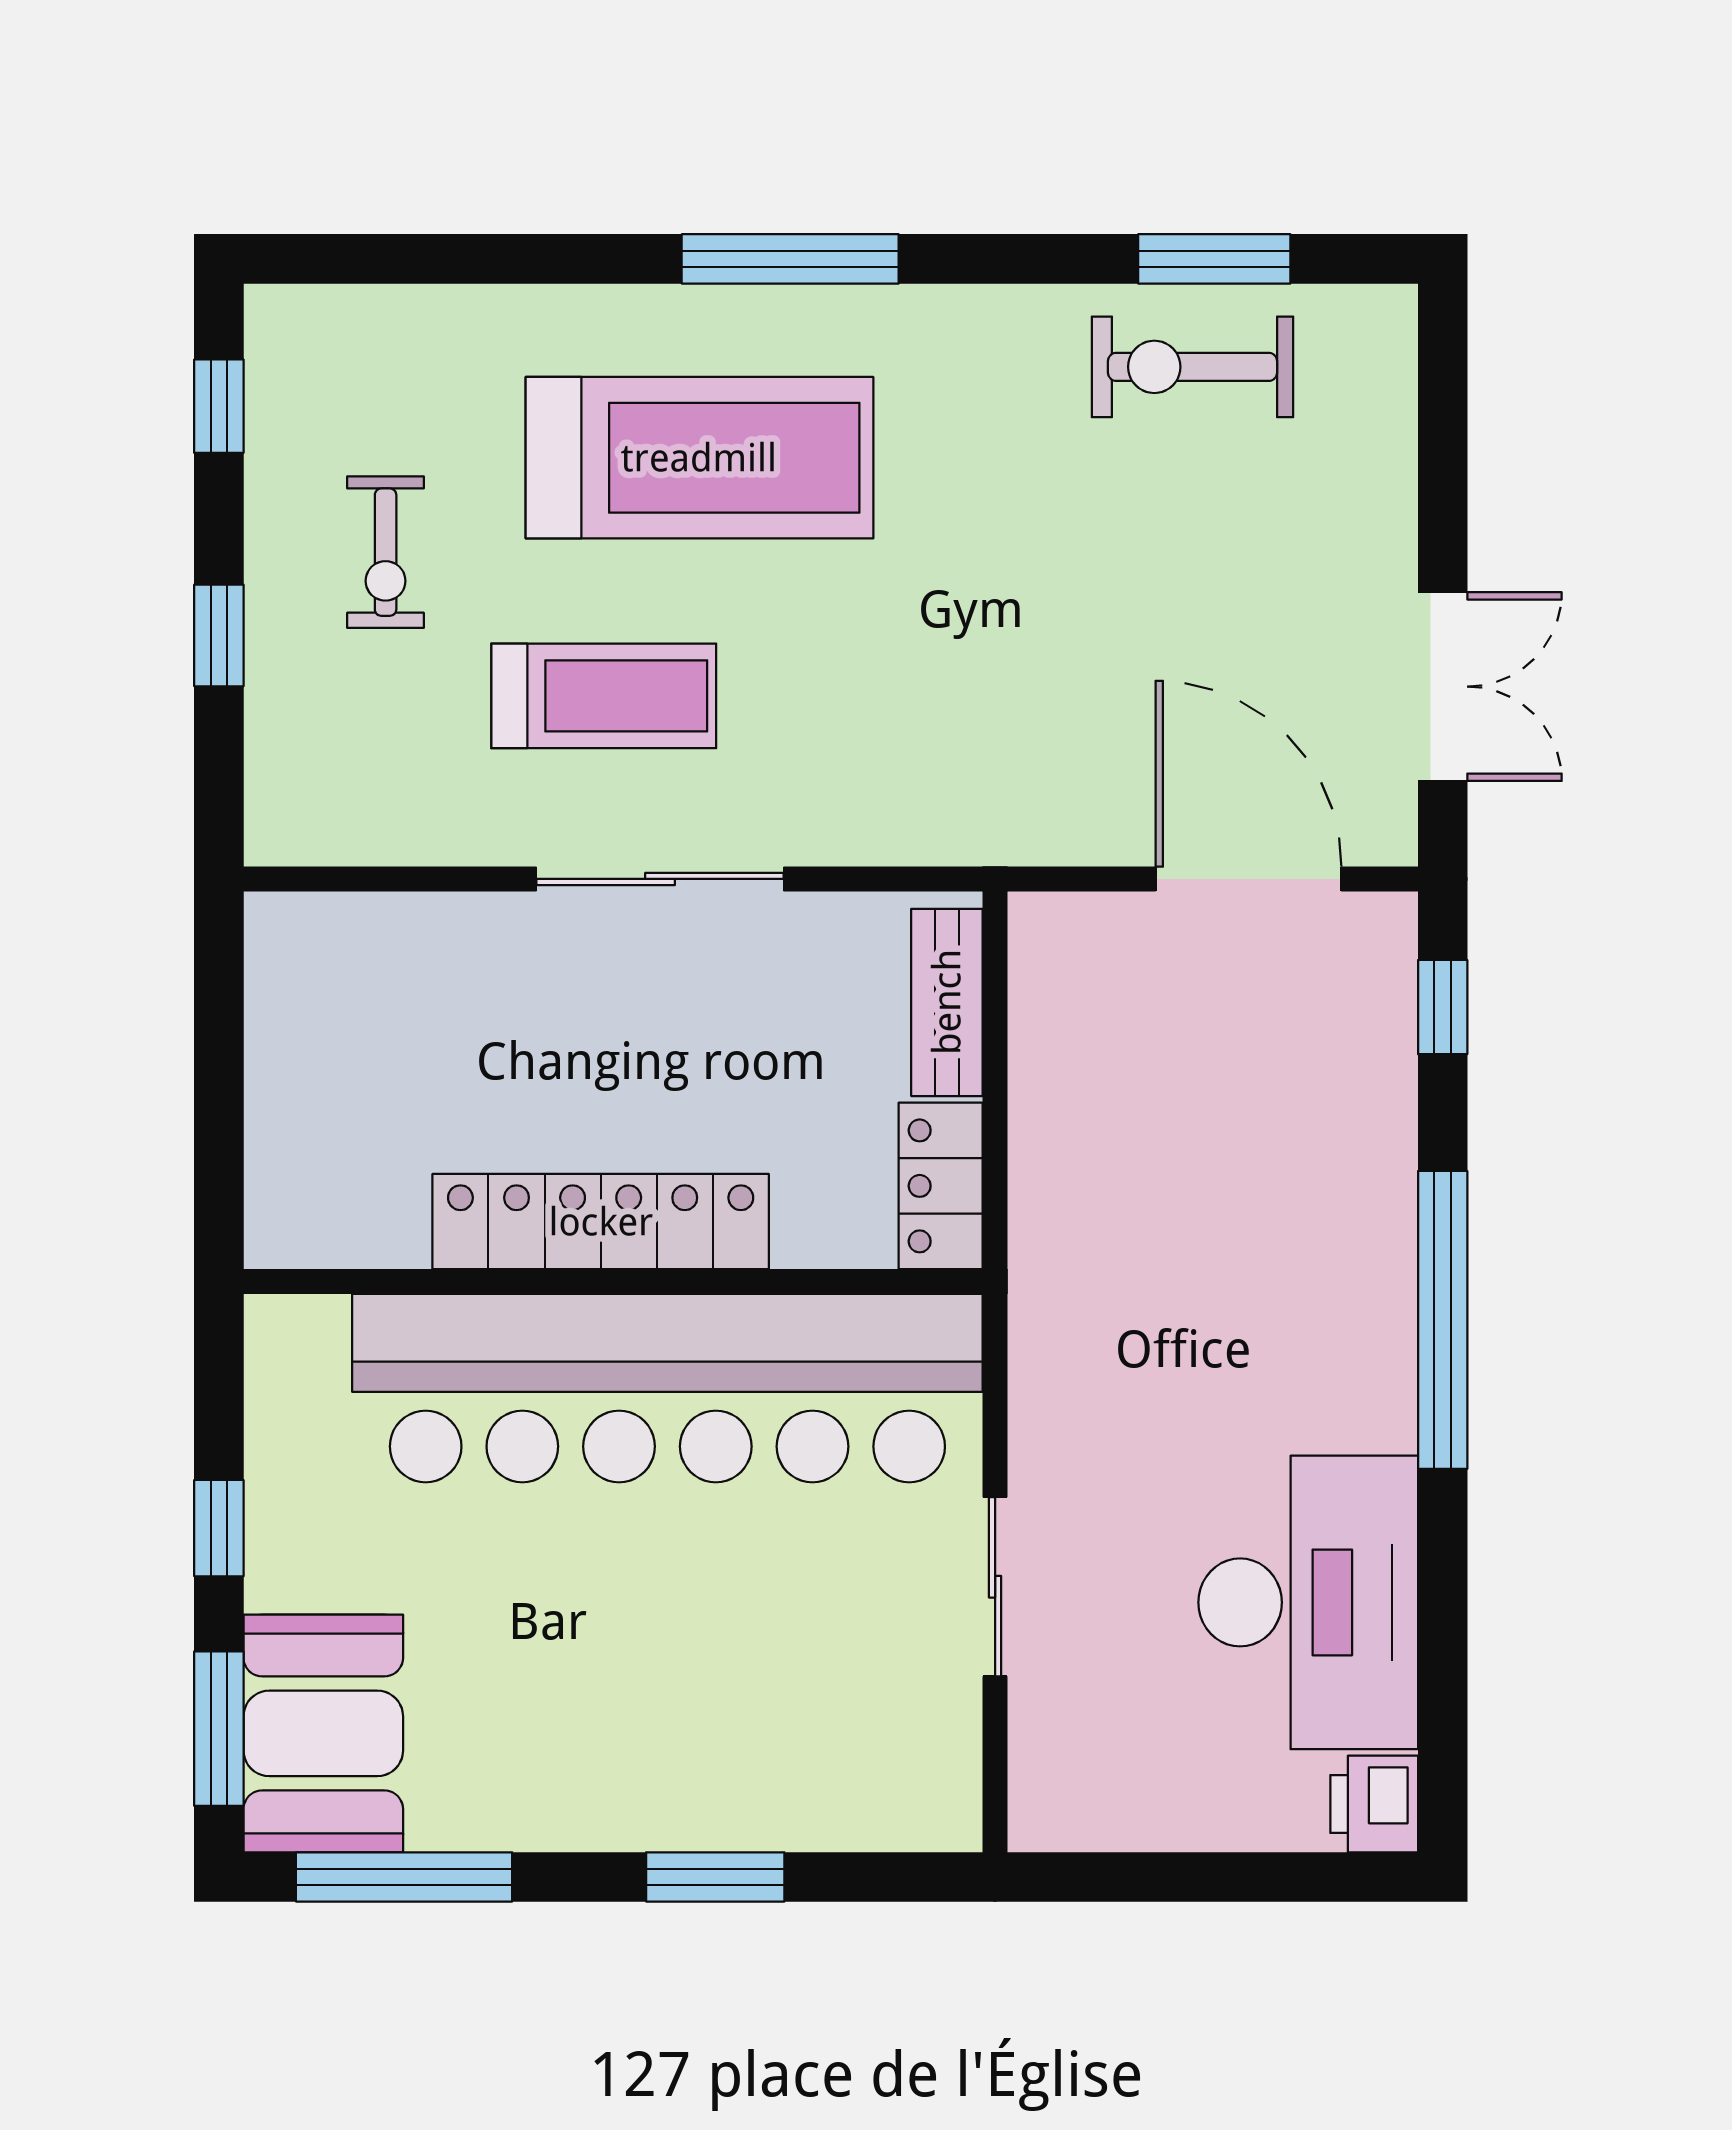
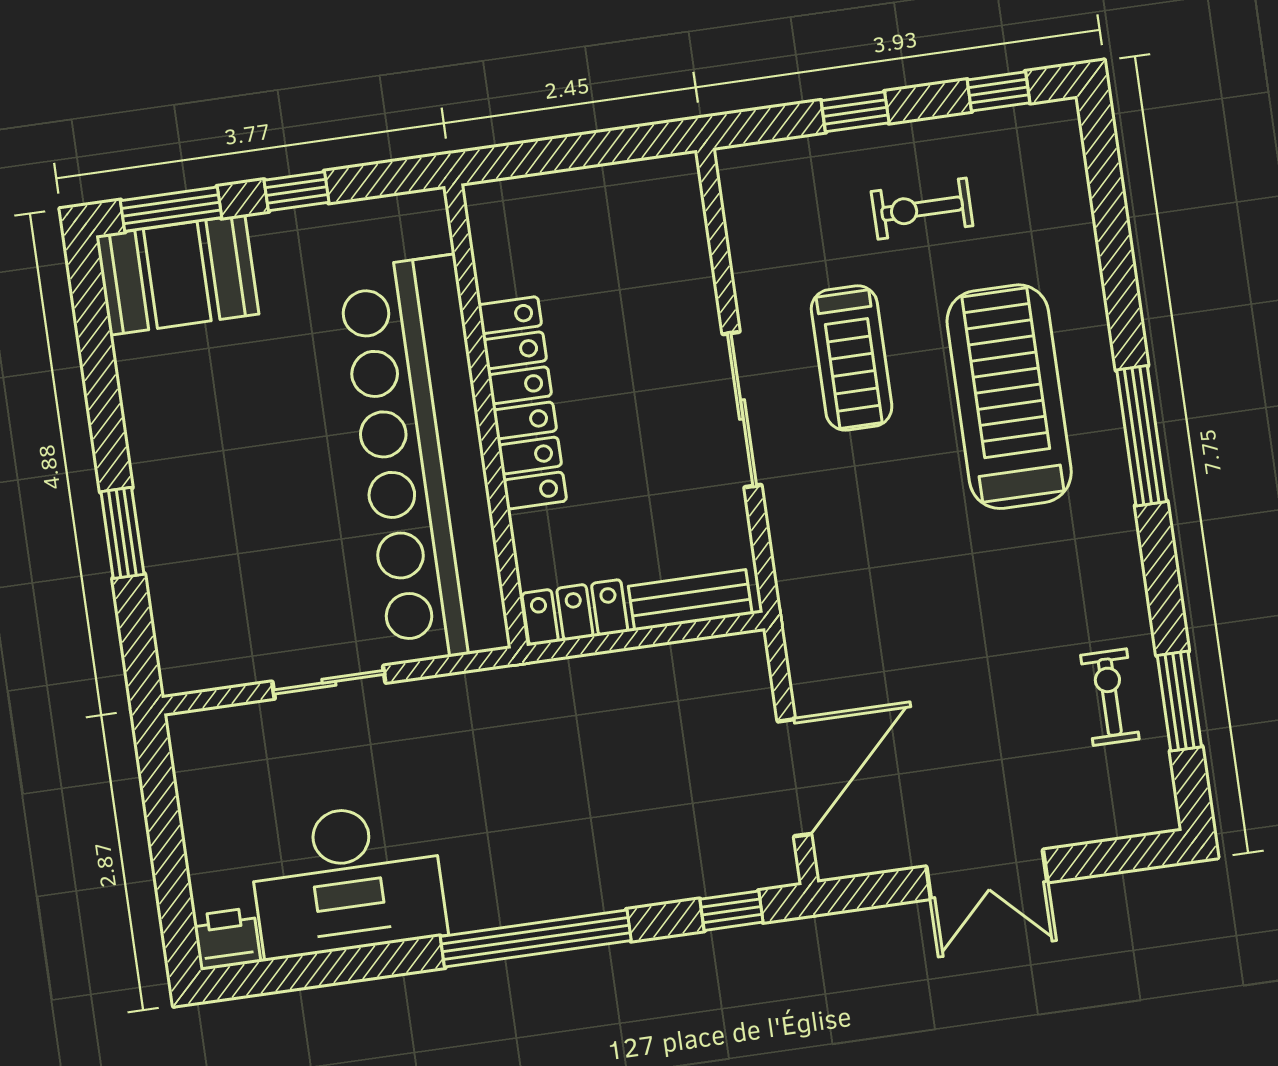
exercise bike: (1193, 367) -> (1110, 697), width x0.73, depth x0.72
treadmill: (699, 458) -> (1009, 397), turned 180
double door: (1443, 687) -> (987, 874), moved
window: (404, 1877) -> (95, 338), removed

